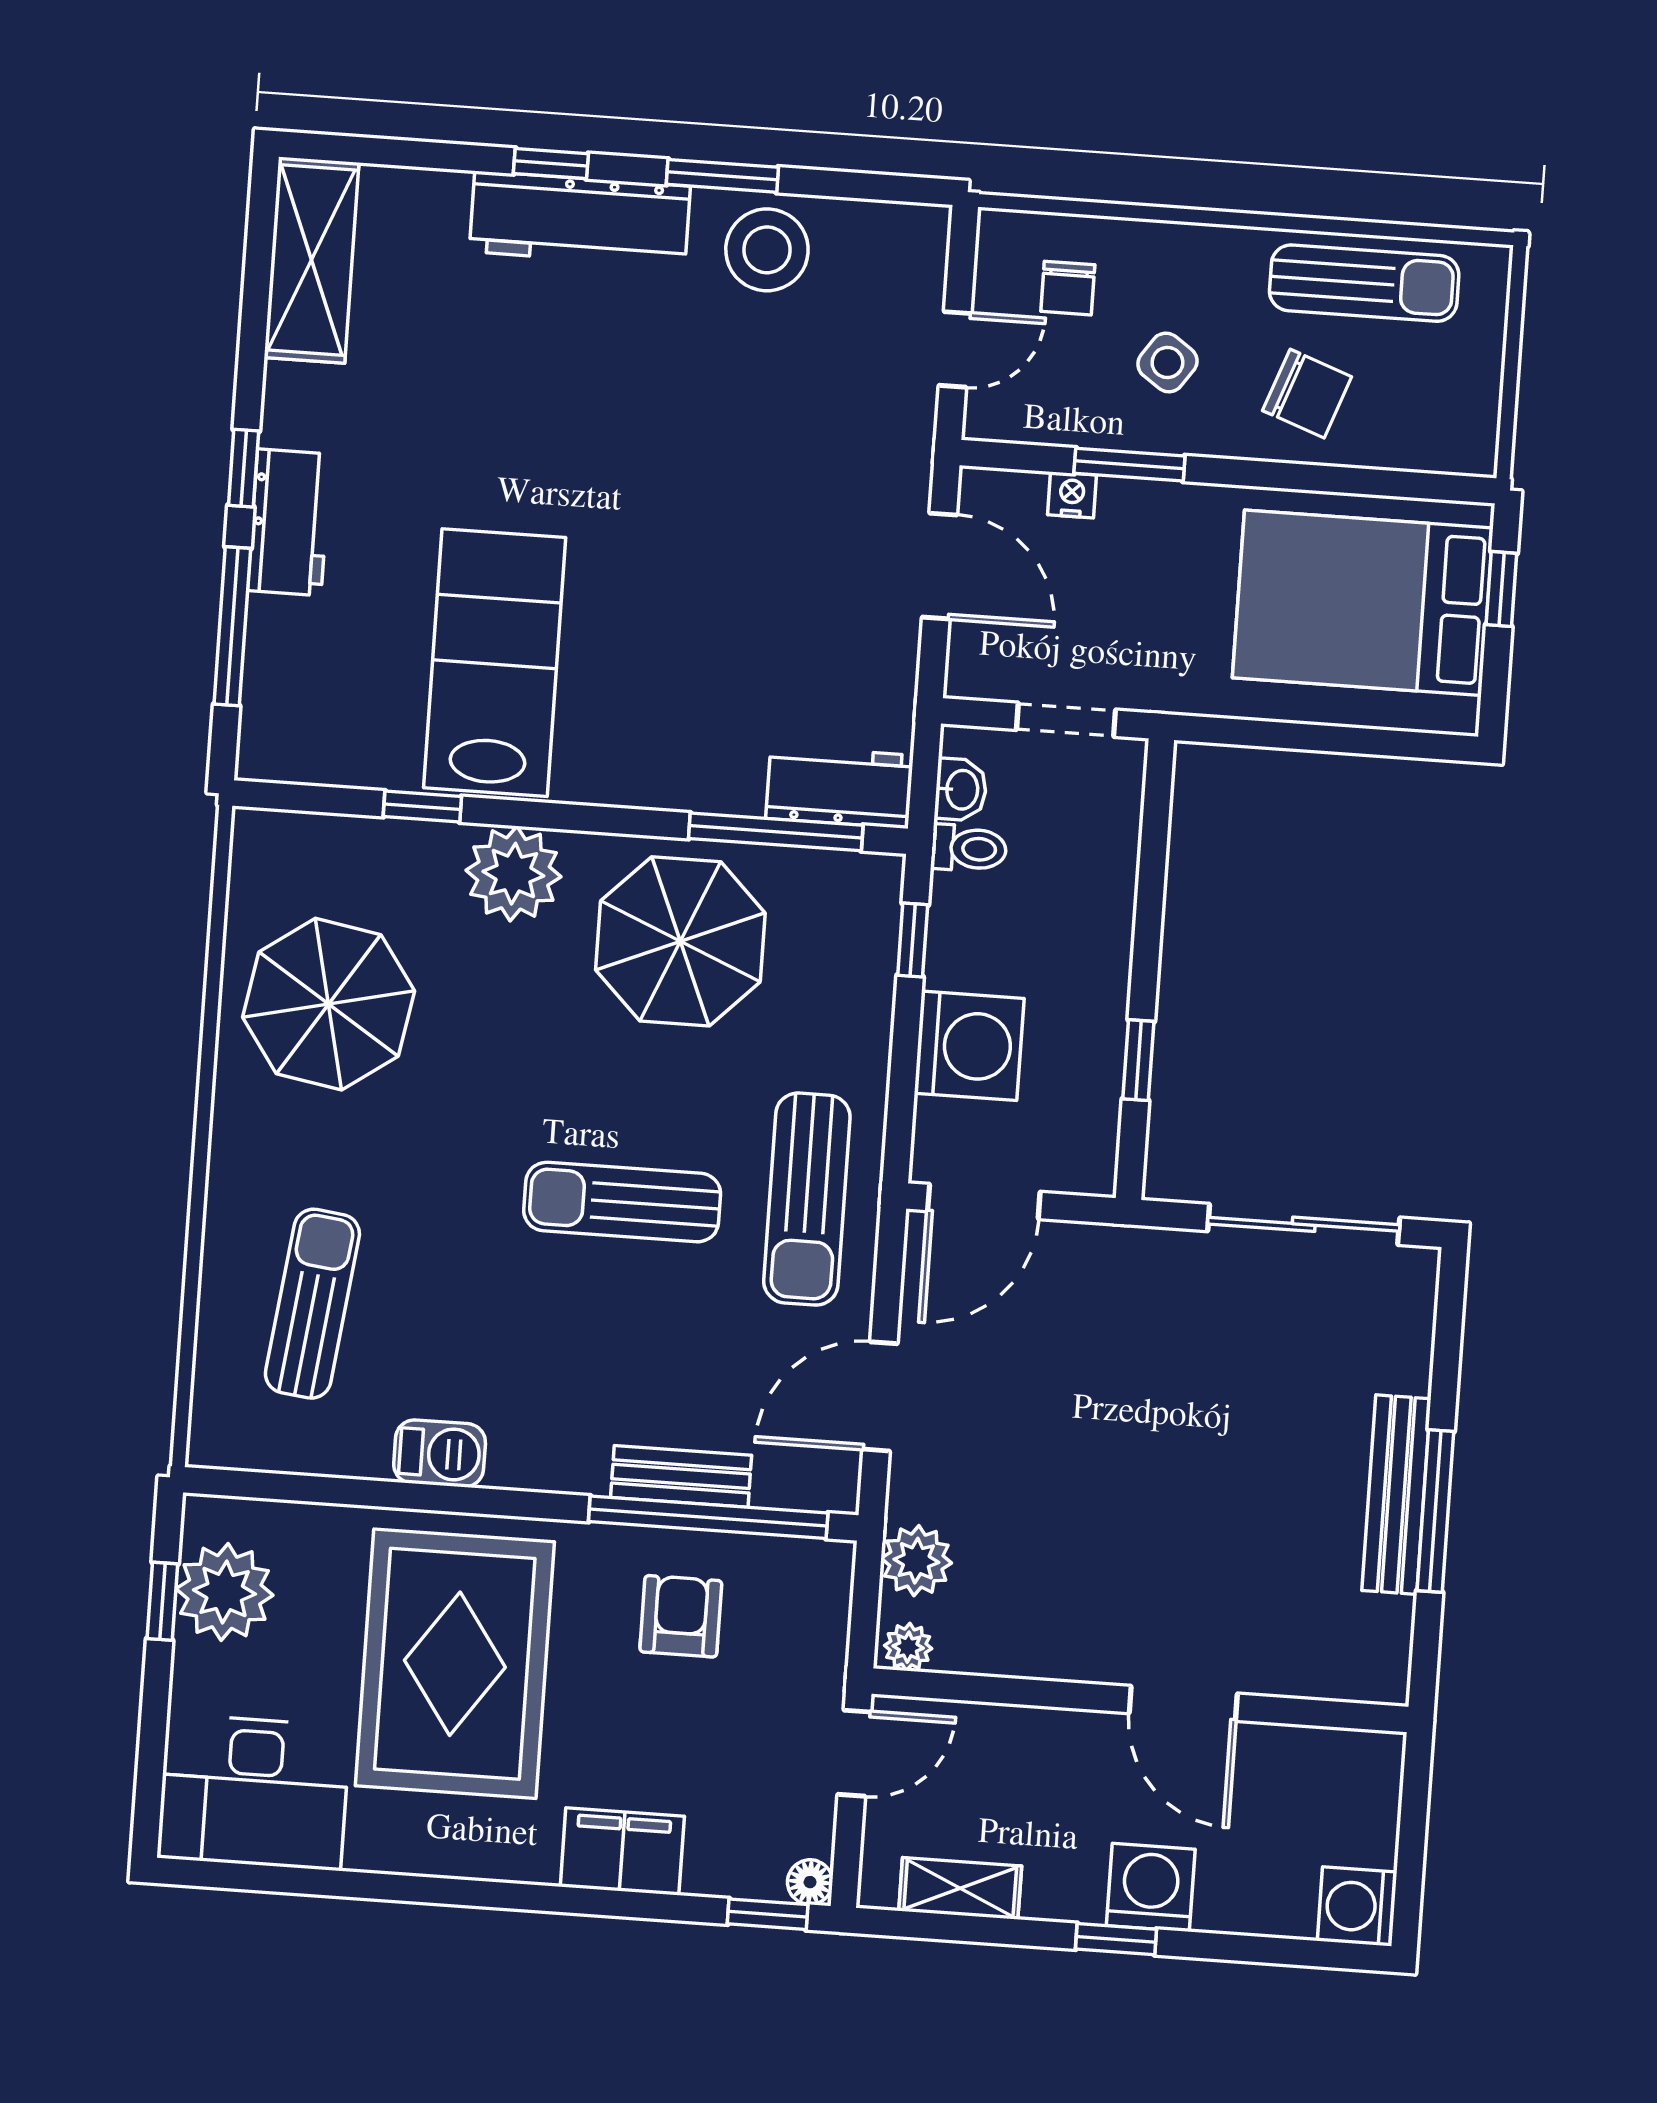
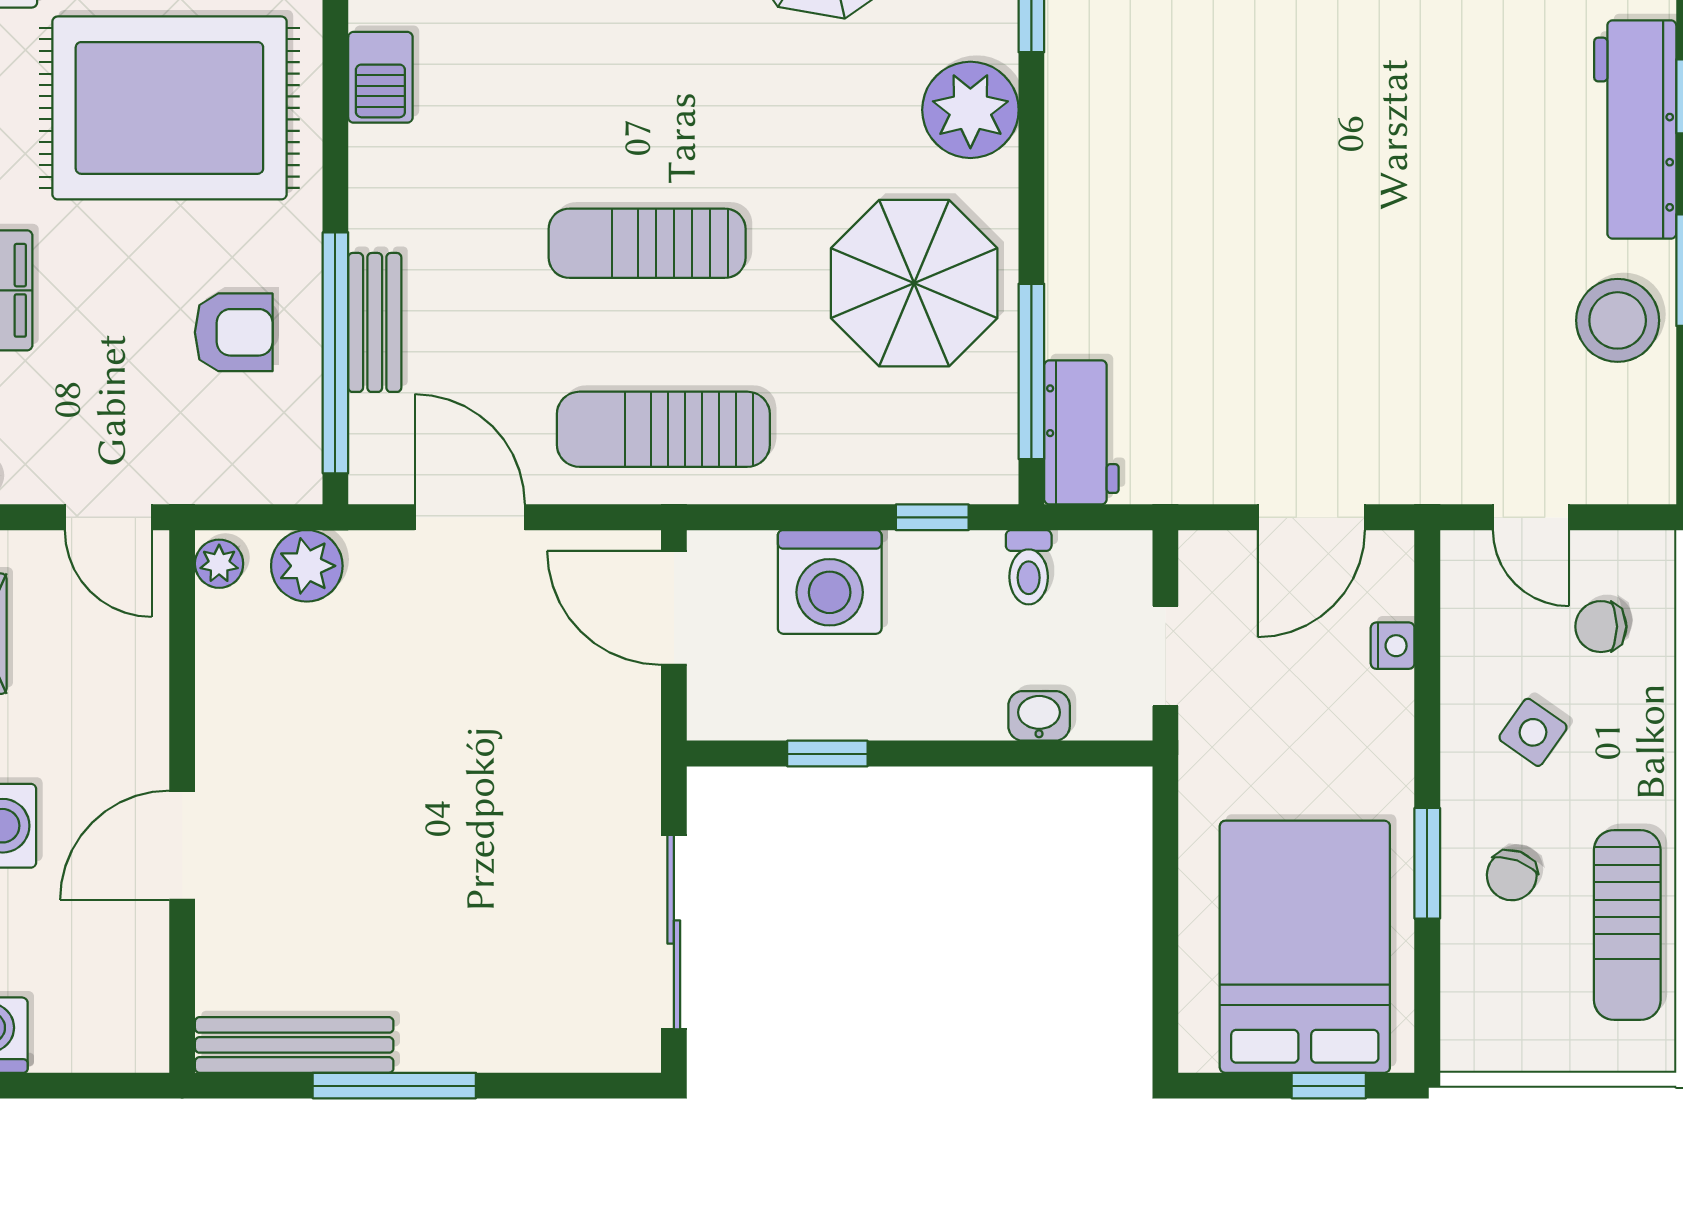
chair: (1307, 394) -> (1512, 875), width x0.73, depth x0.73
window: (1129, 465) -> (1427, 863), moved
lab bench: (495, 663) -> (1182, 76), removed
washbasin: (961, 790) -> (1039, 716), moved, turned 180
sun lounger: (622, 1202) -> (647, 243), turned -90
bench: (1396, 1495) -> (294, 1045), moved

